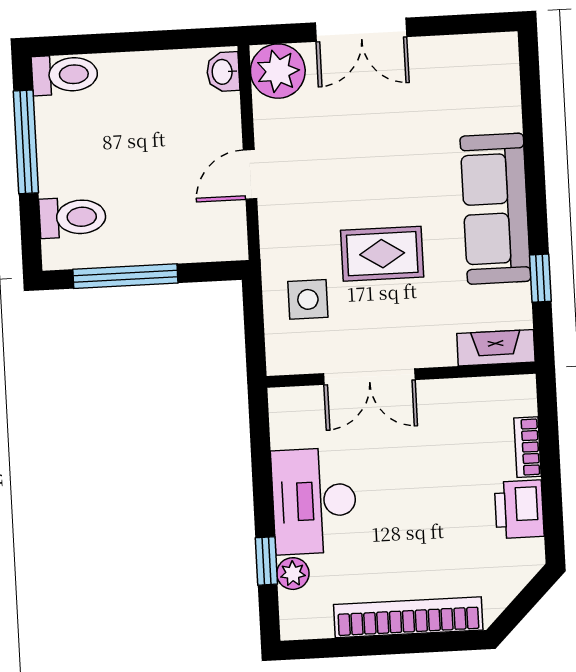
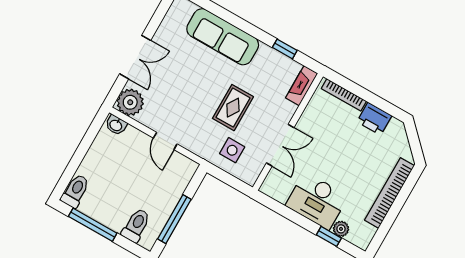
sofa: (495, 209) -> (223, 37), moved
bookcase: (528, 447) -> (344, 95), width x1.56

